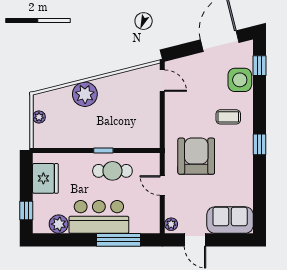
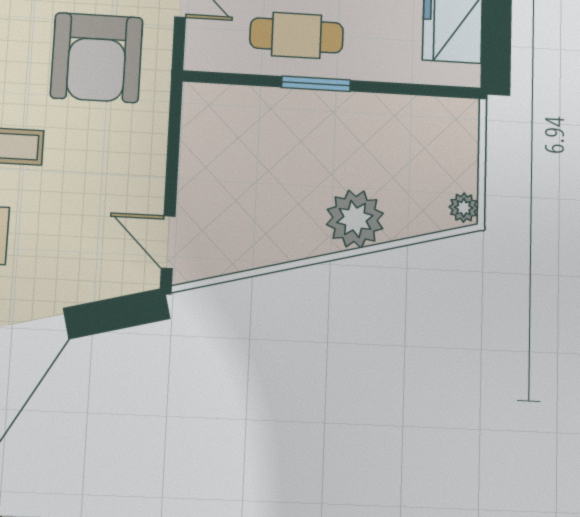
plant: (39, 117) -> (464, 208), moved
window: (103, 151) -> (316, 84), width x1.50

